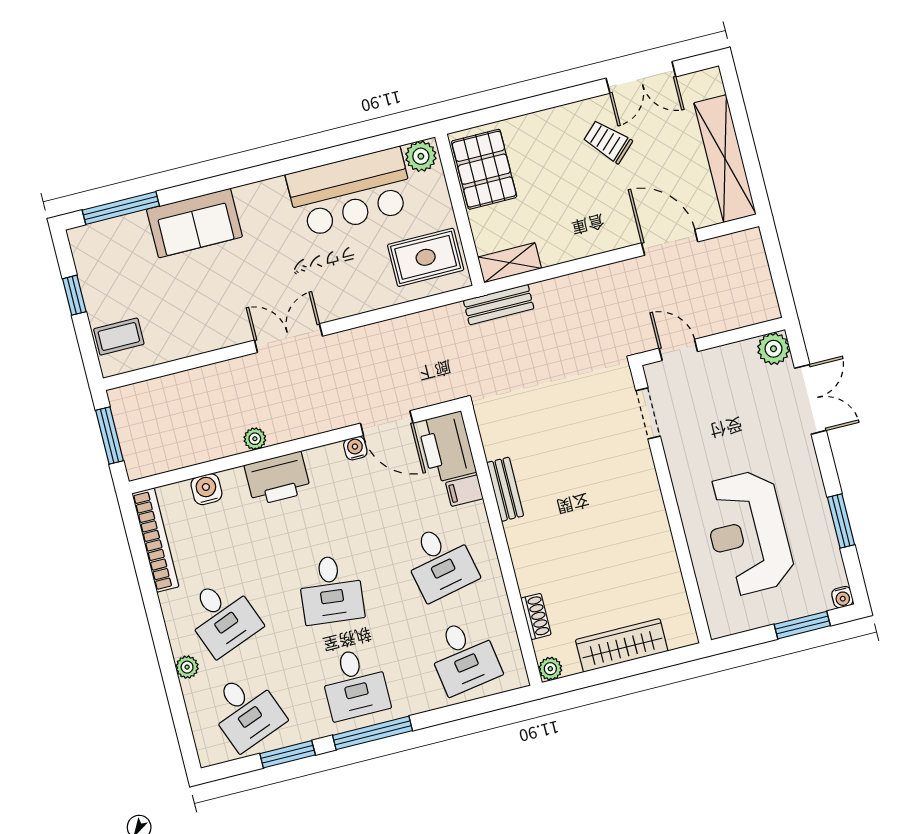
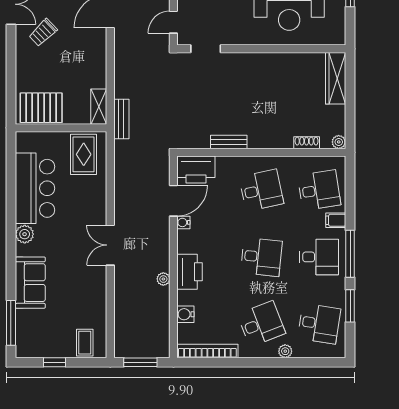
plant: (421, 156) -> (25, 234), moved
filing cabinet: (464, 491) -> (336, 220), moved, turned 90
wardrobe: (622, 645) -> (336, 78), moved
desk: (246, 711) -> (319, 324), turned 30

